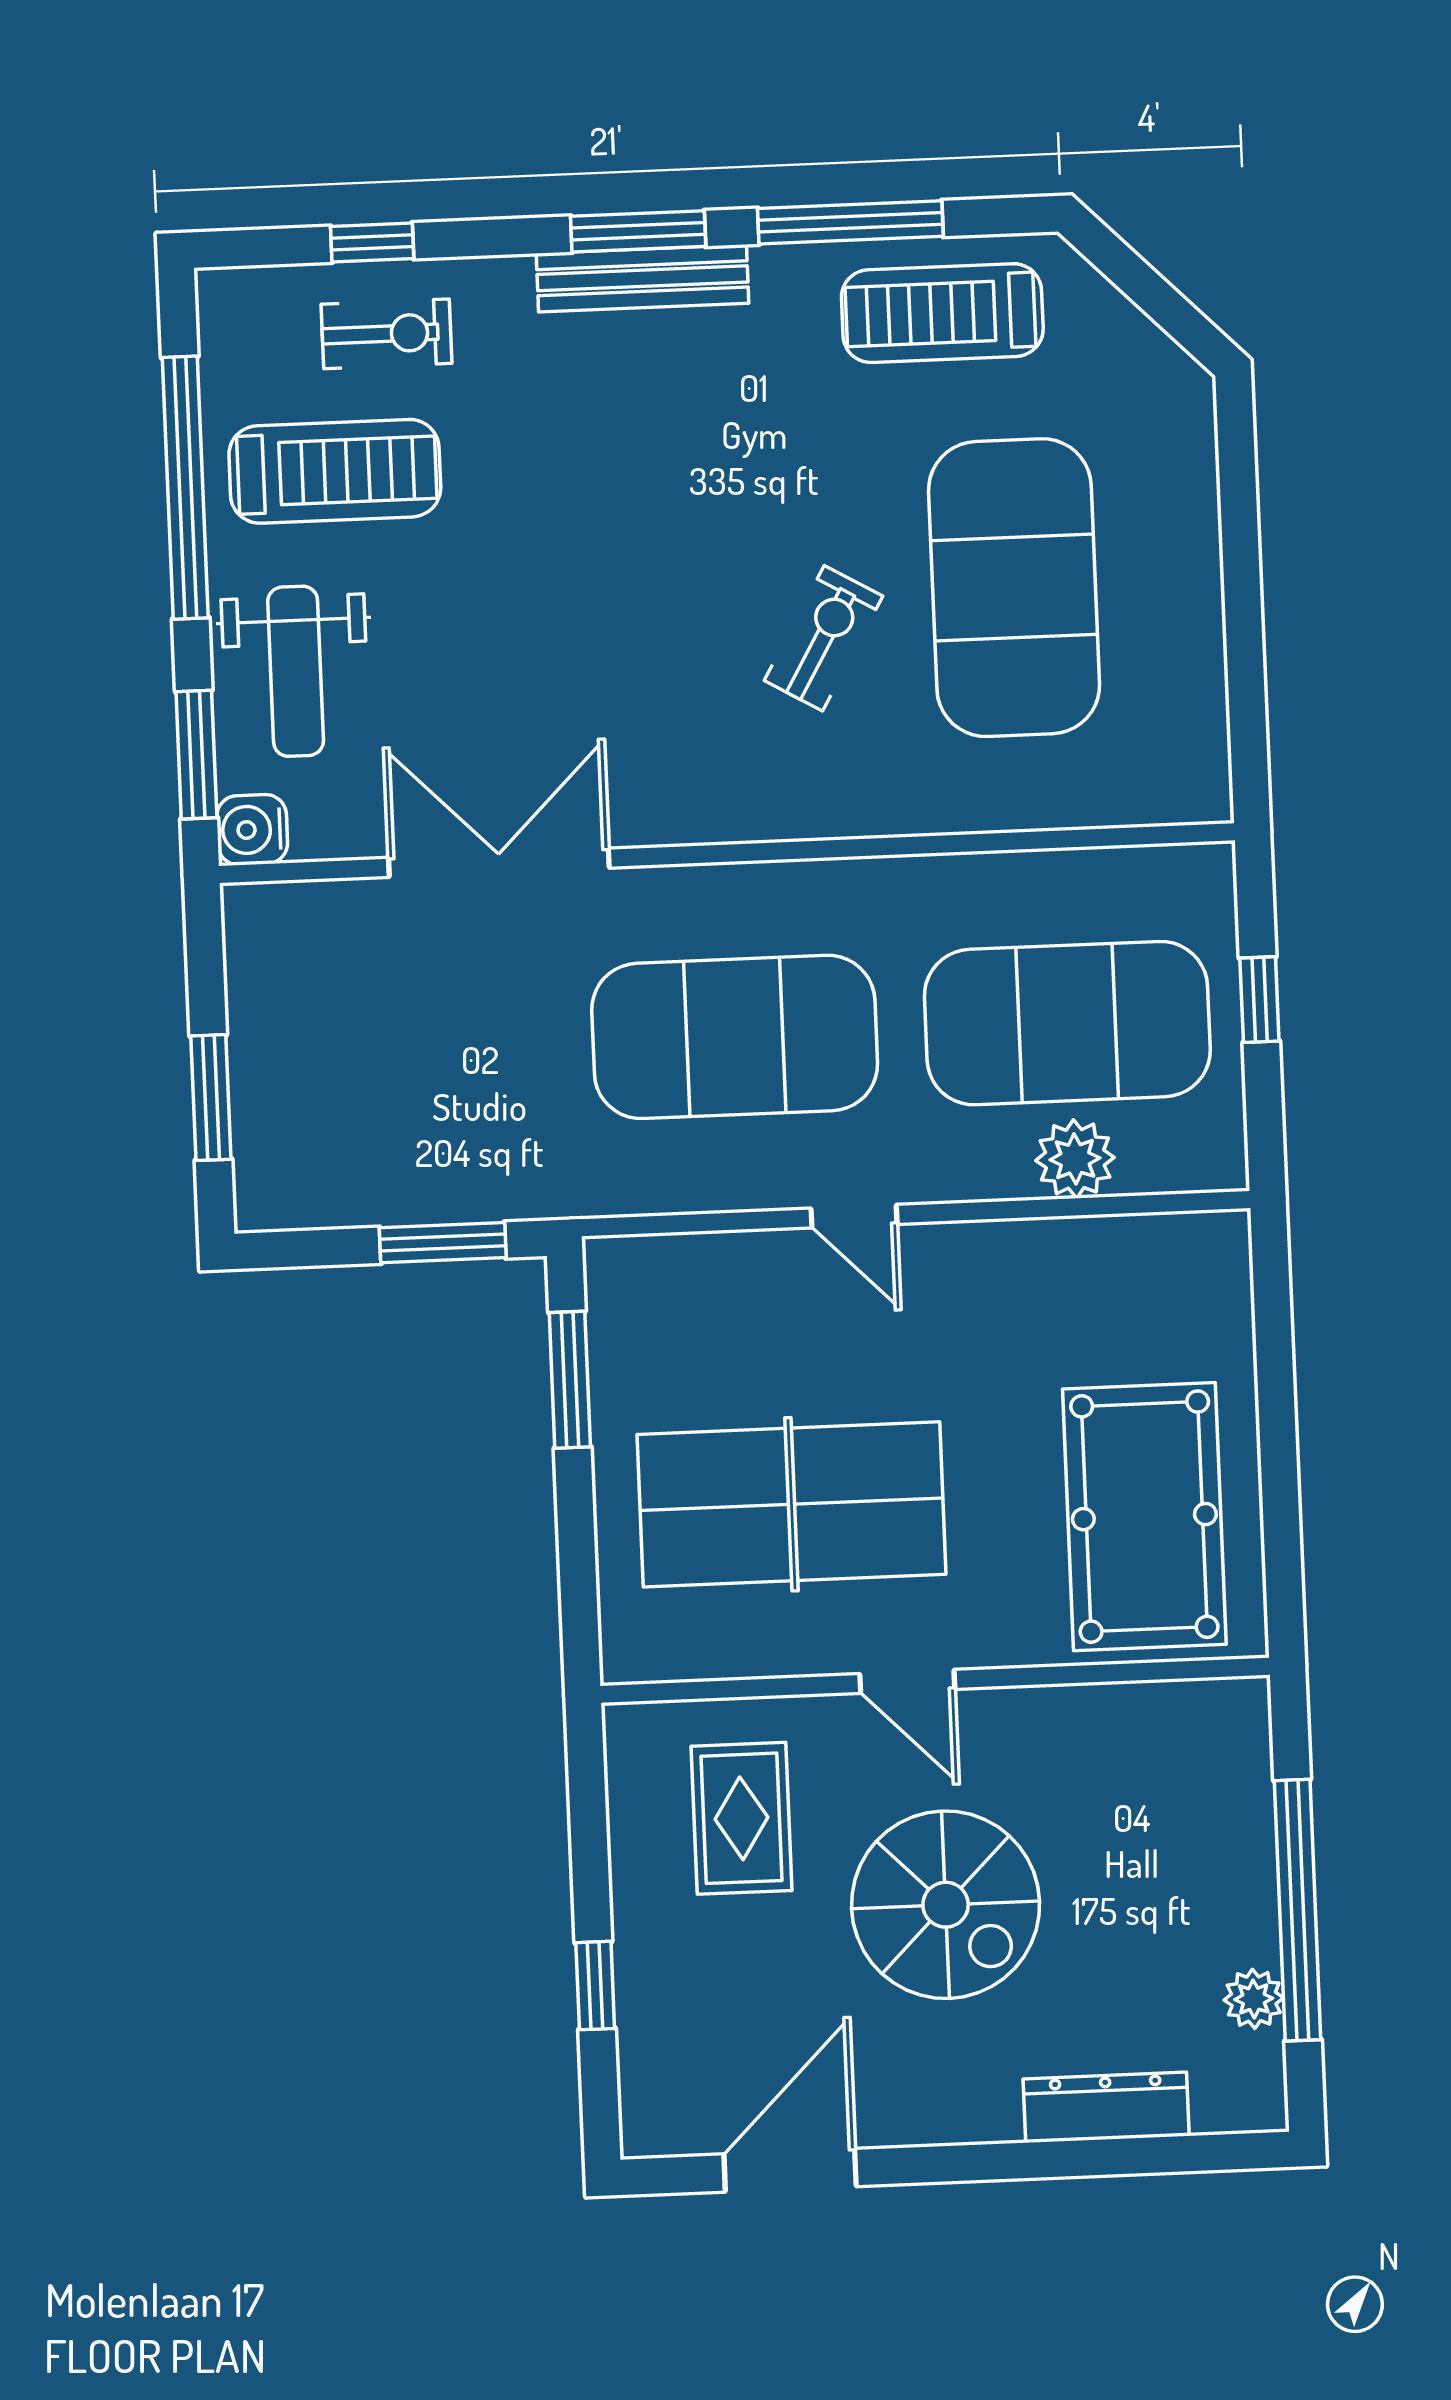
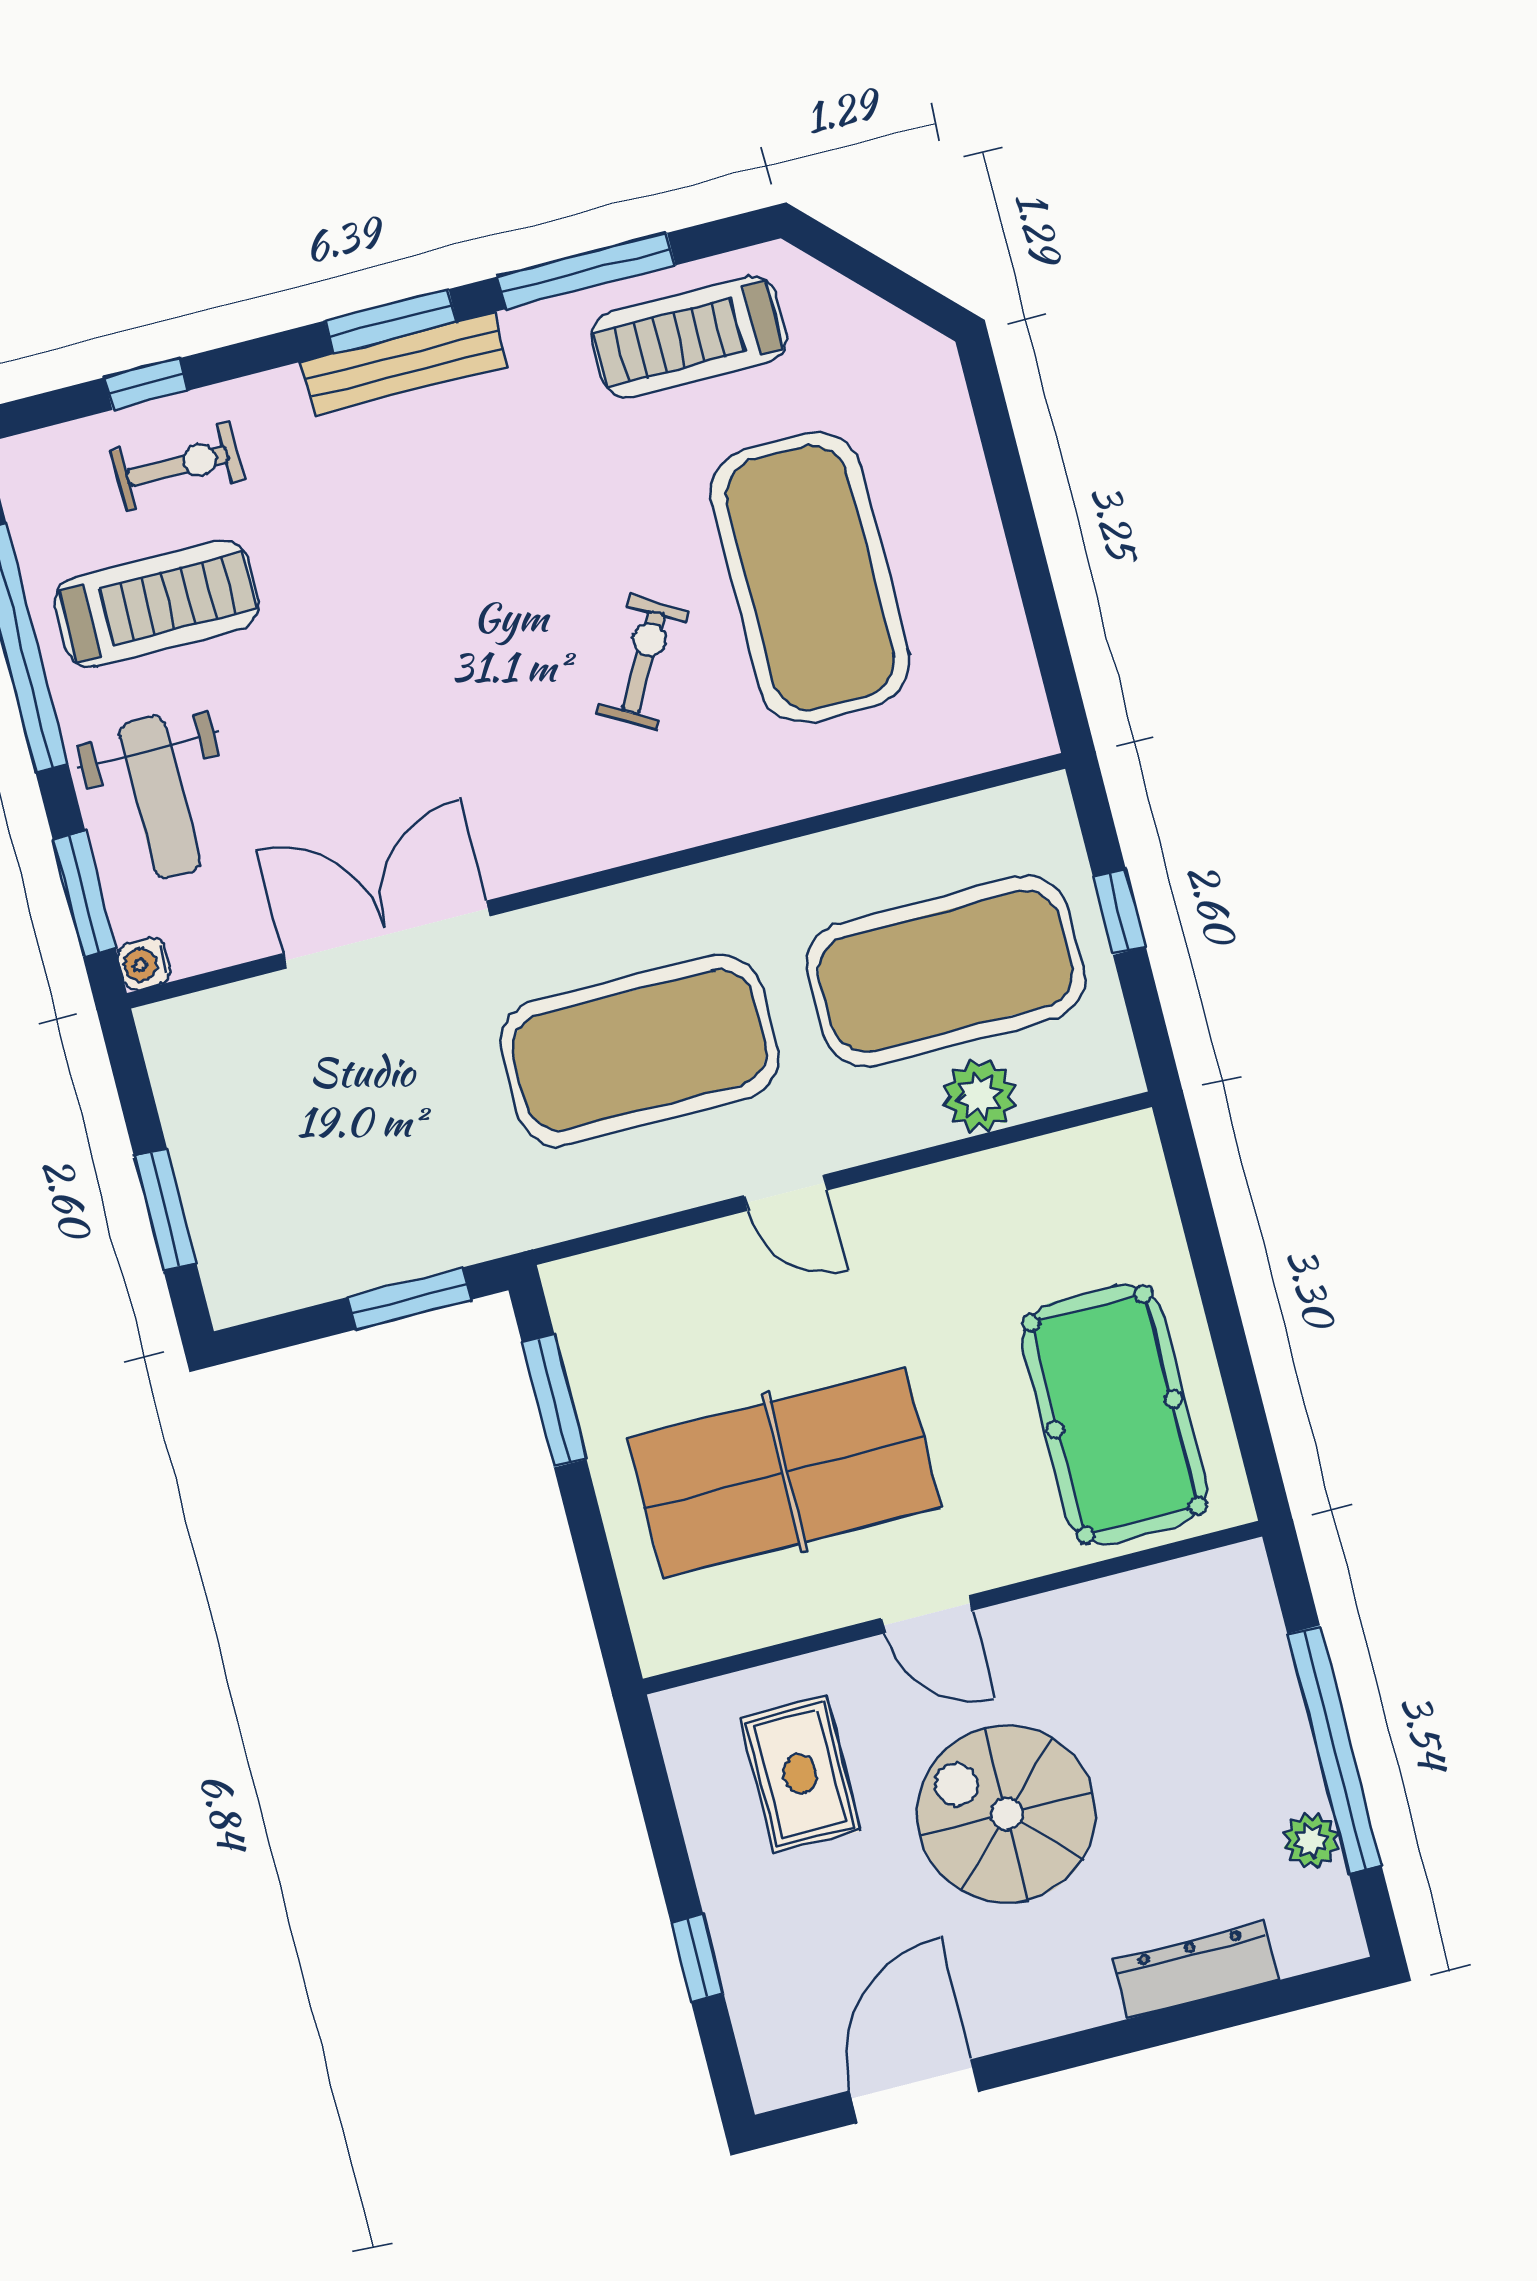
water cooler: (252, 830) -> (144, 964), width x0.72, depth x0.72
spiral stairs: (946, 1905) -> (1007, 1814), turned 180

